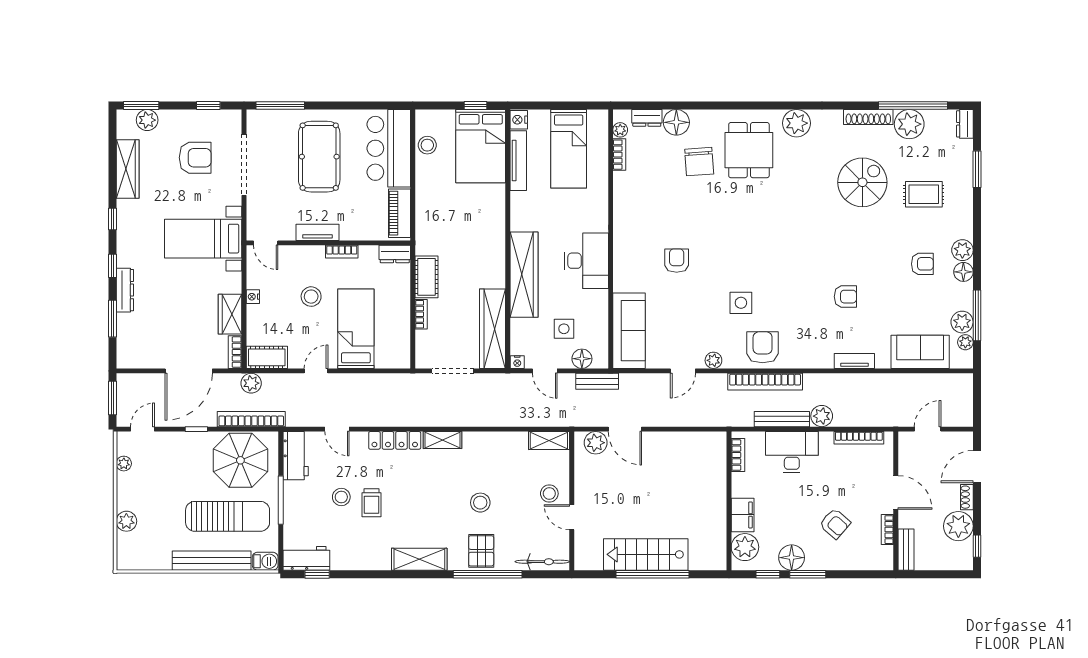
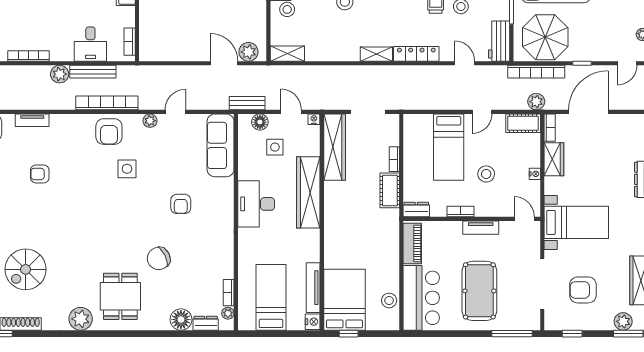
chair: (699, 162) -> (159, 258), moved, turned -112
desk: (792, 452) -> (90, 44), width x0.73

